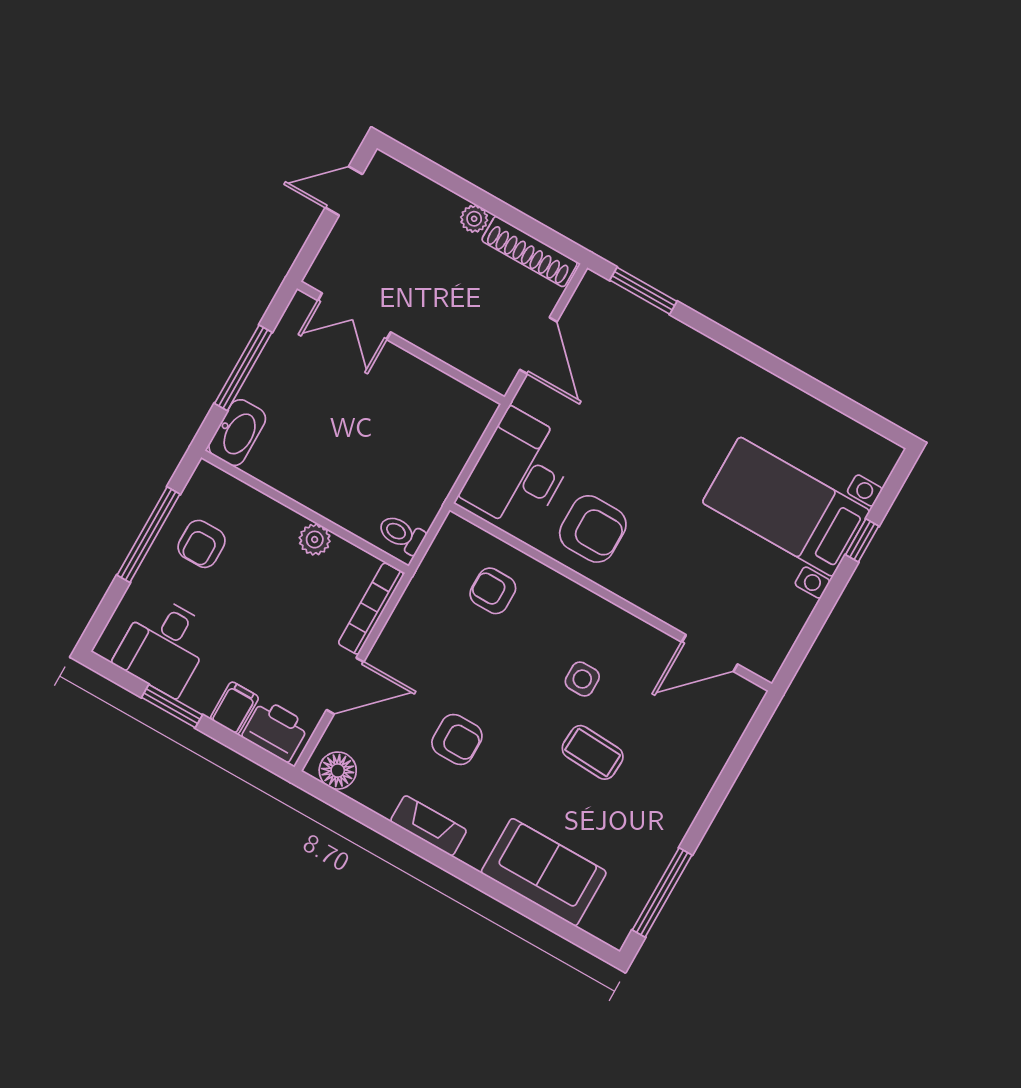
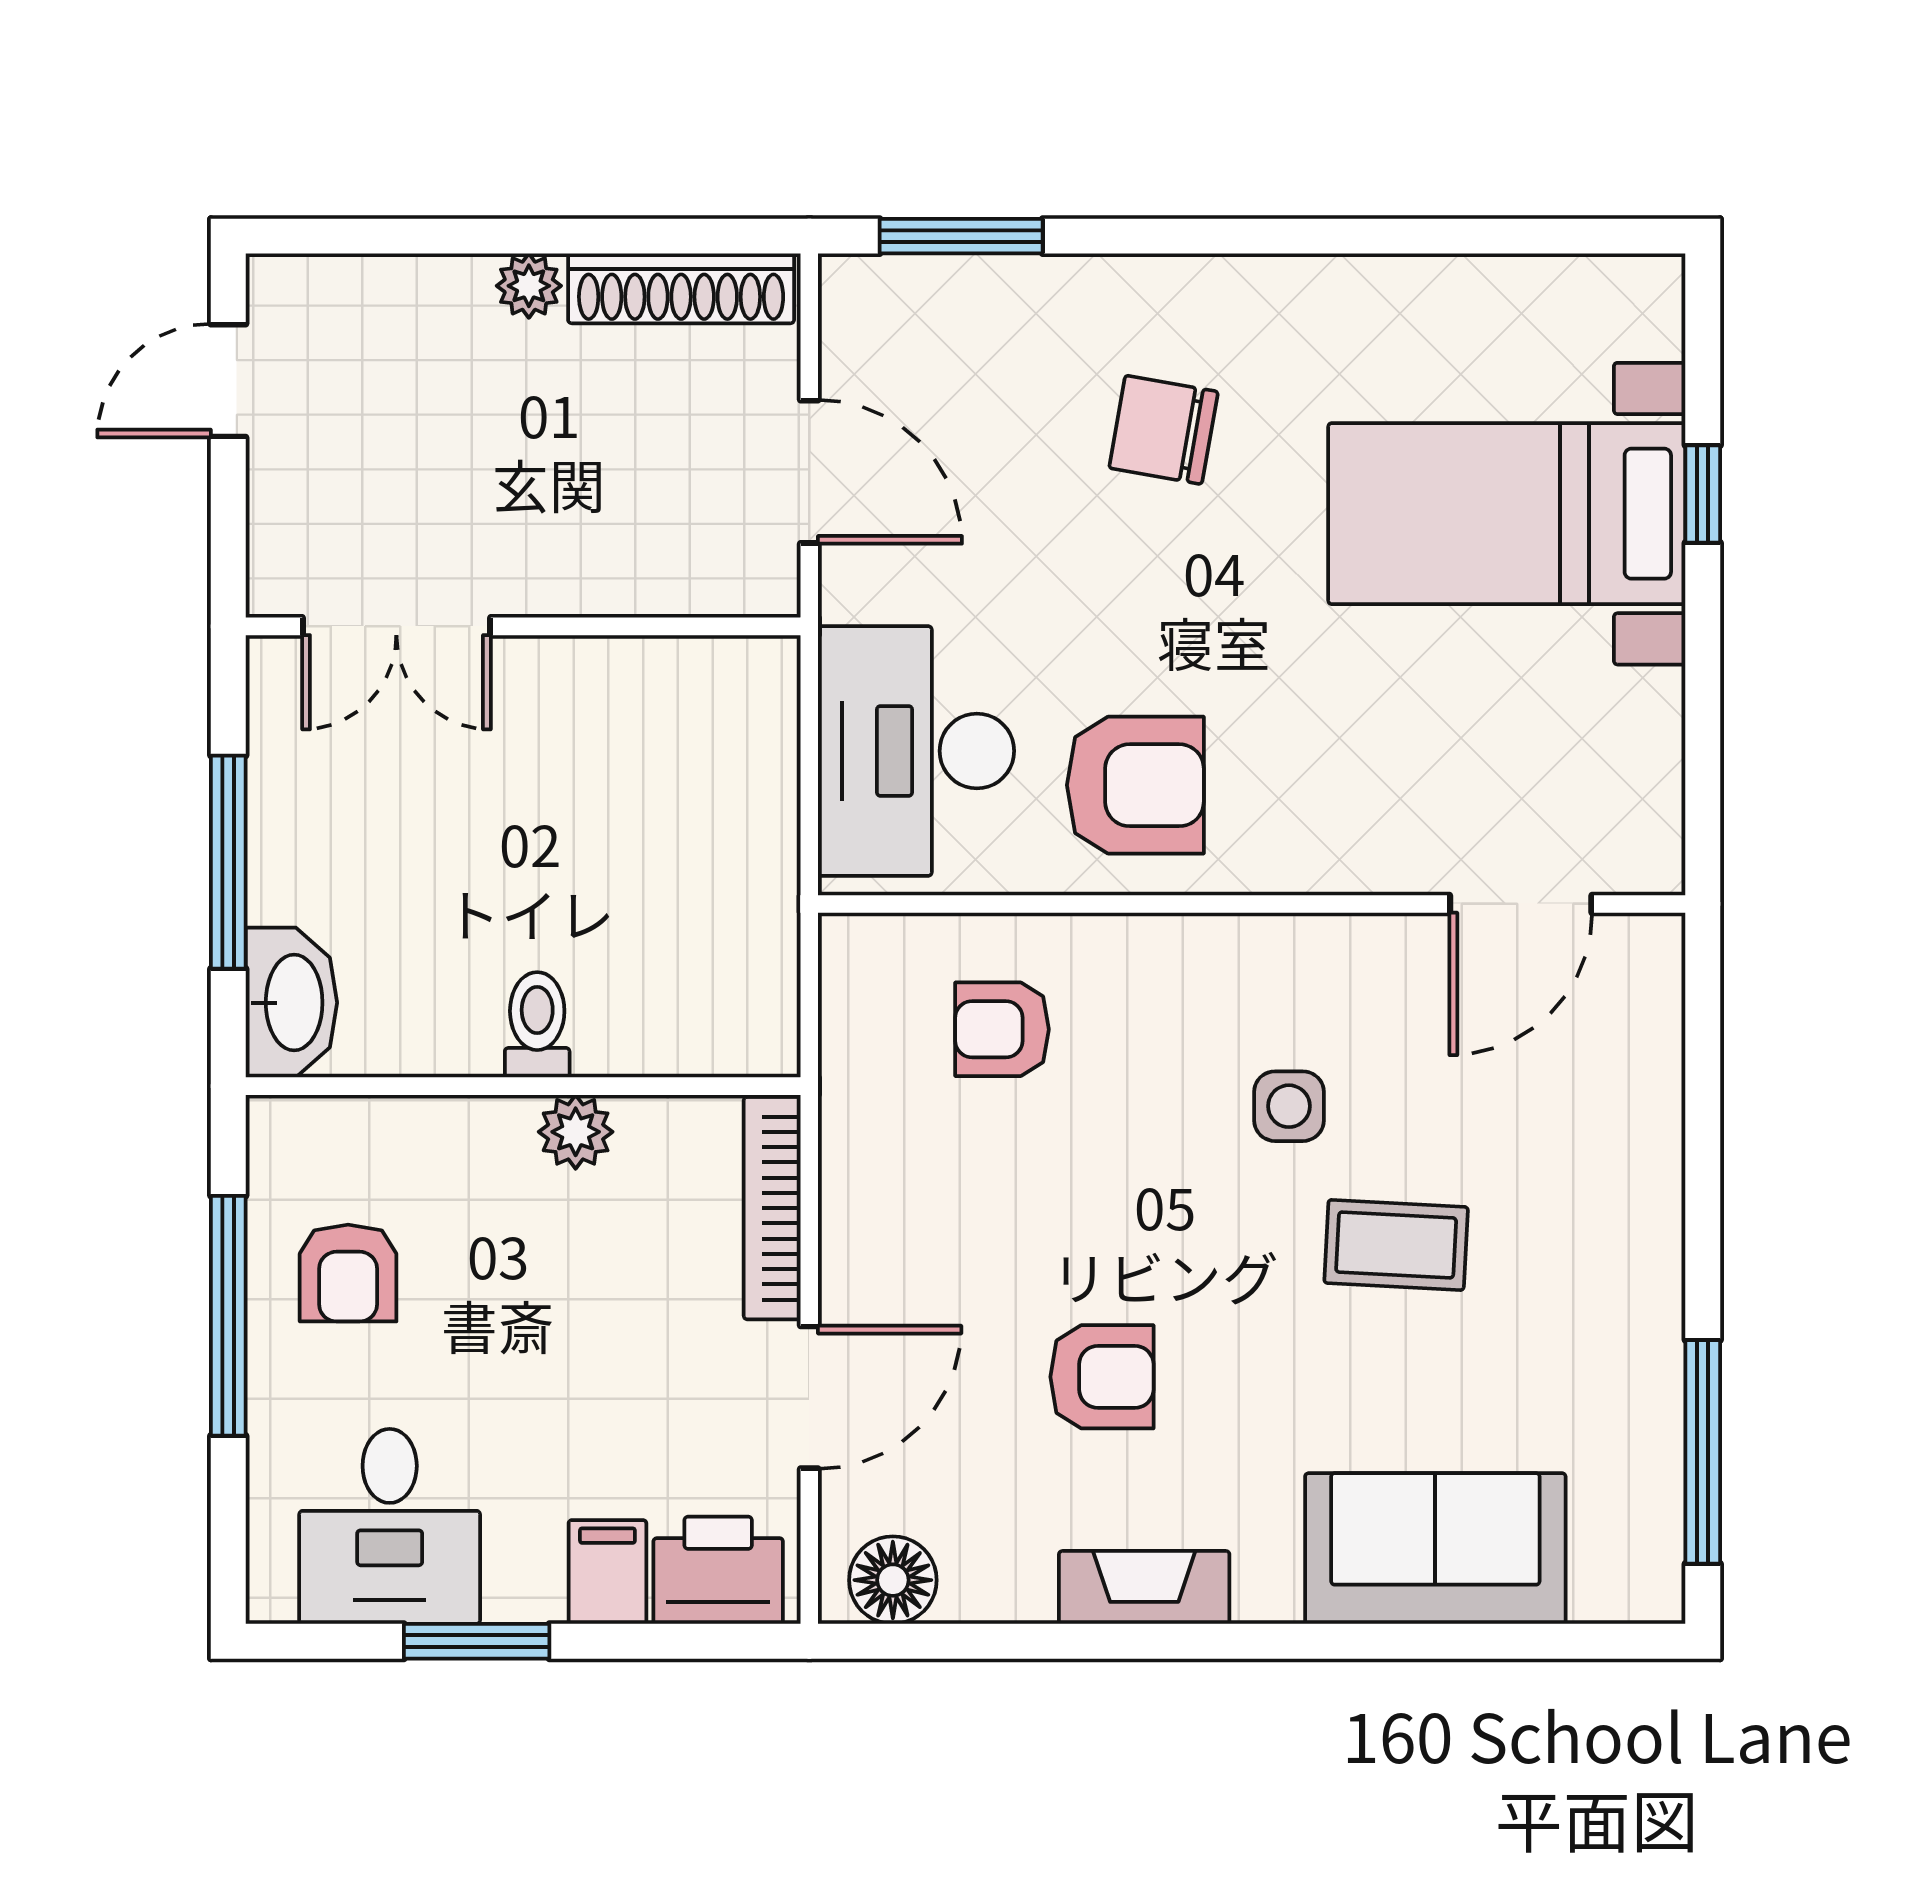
chair: (677, 404) -> (1164, 430), added
toilet: (401, 534) -> (537, 1025), moved, turned 90

